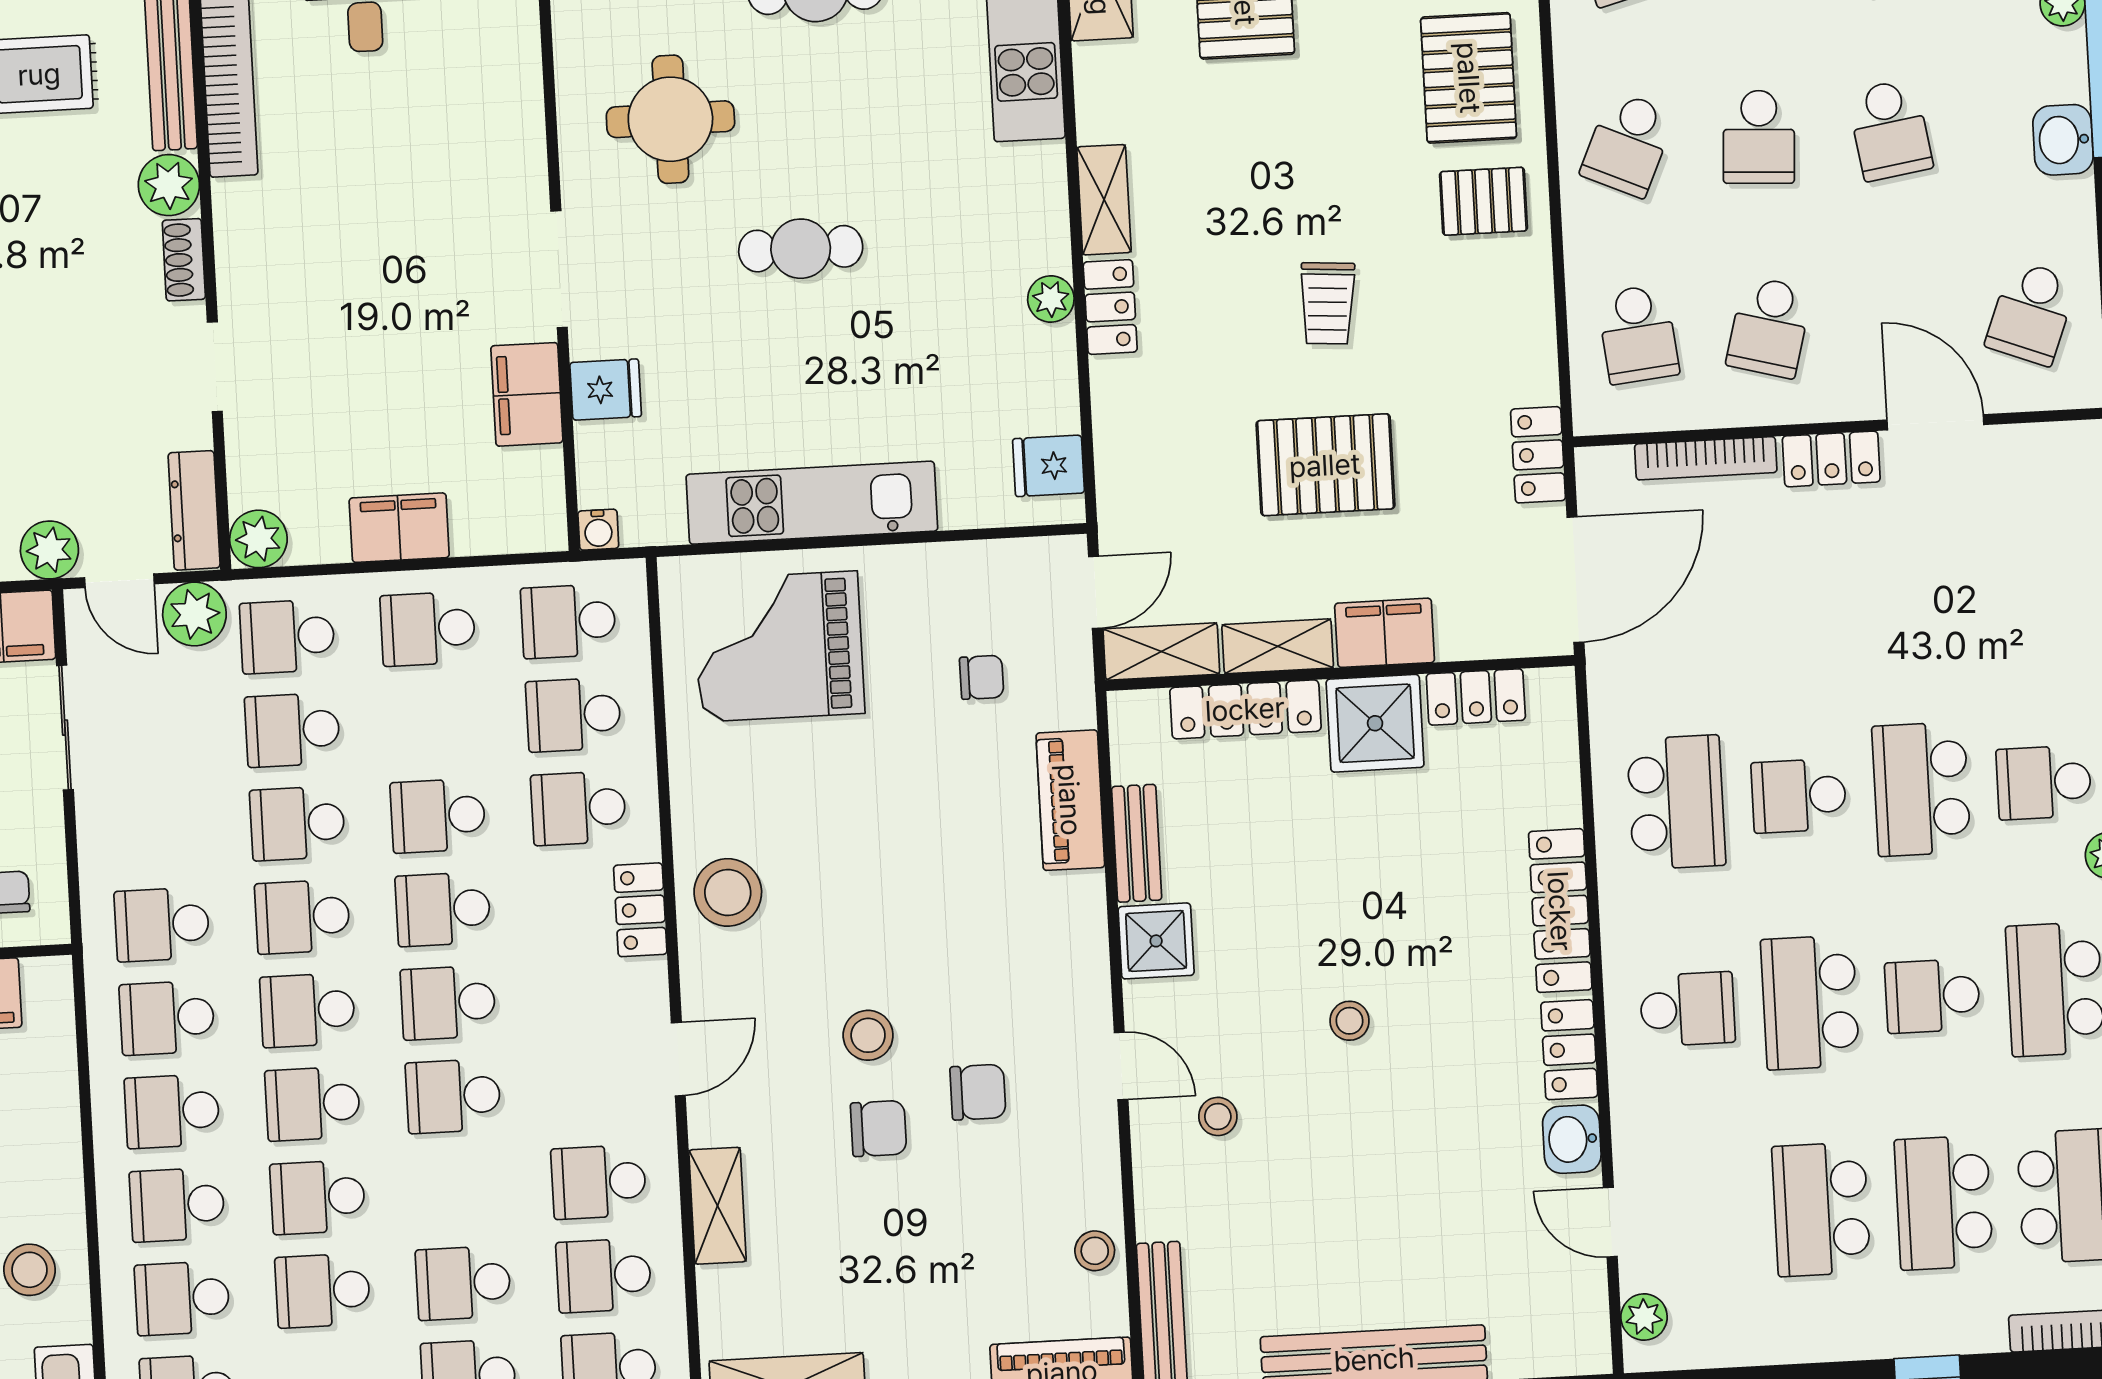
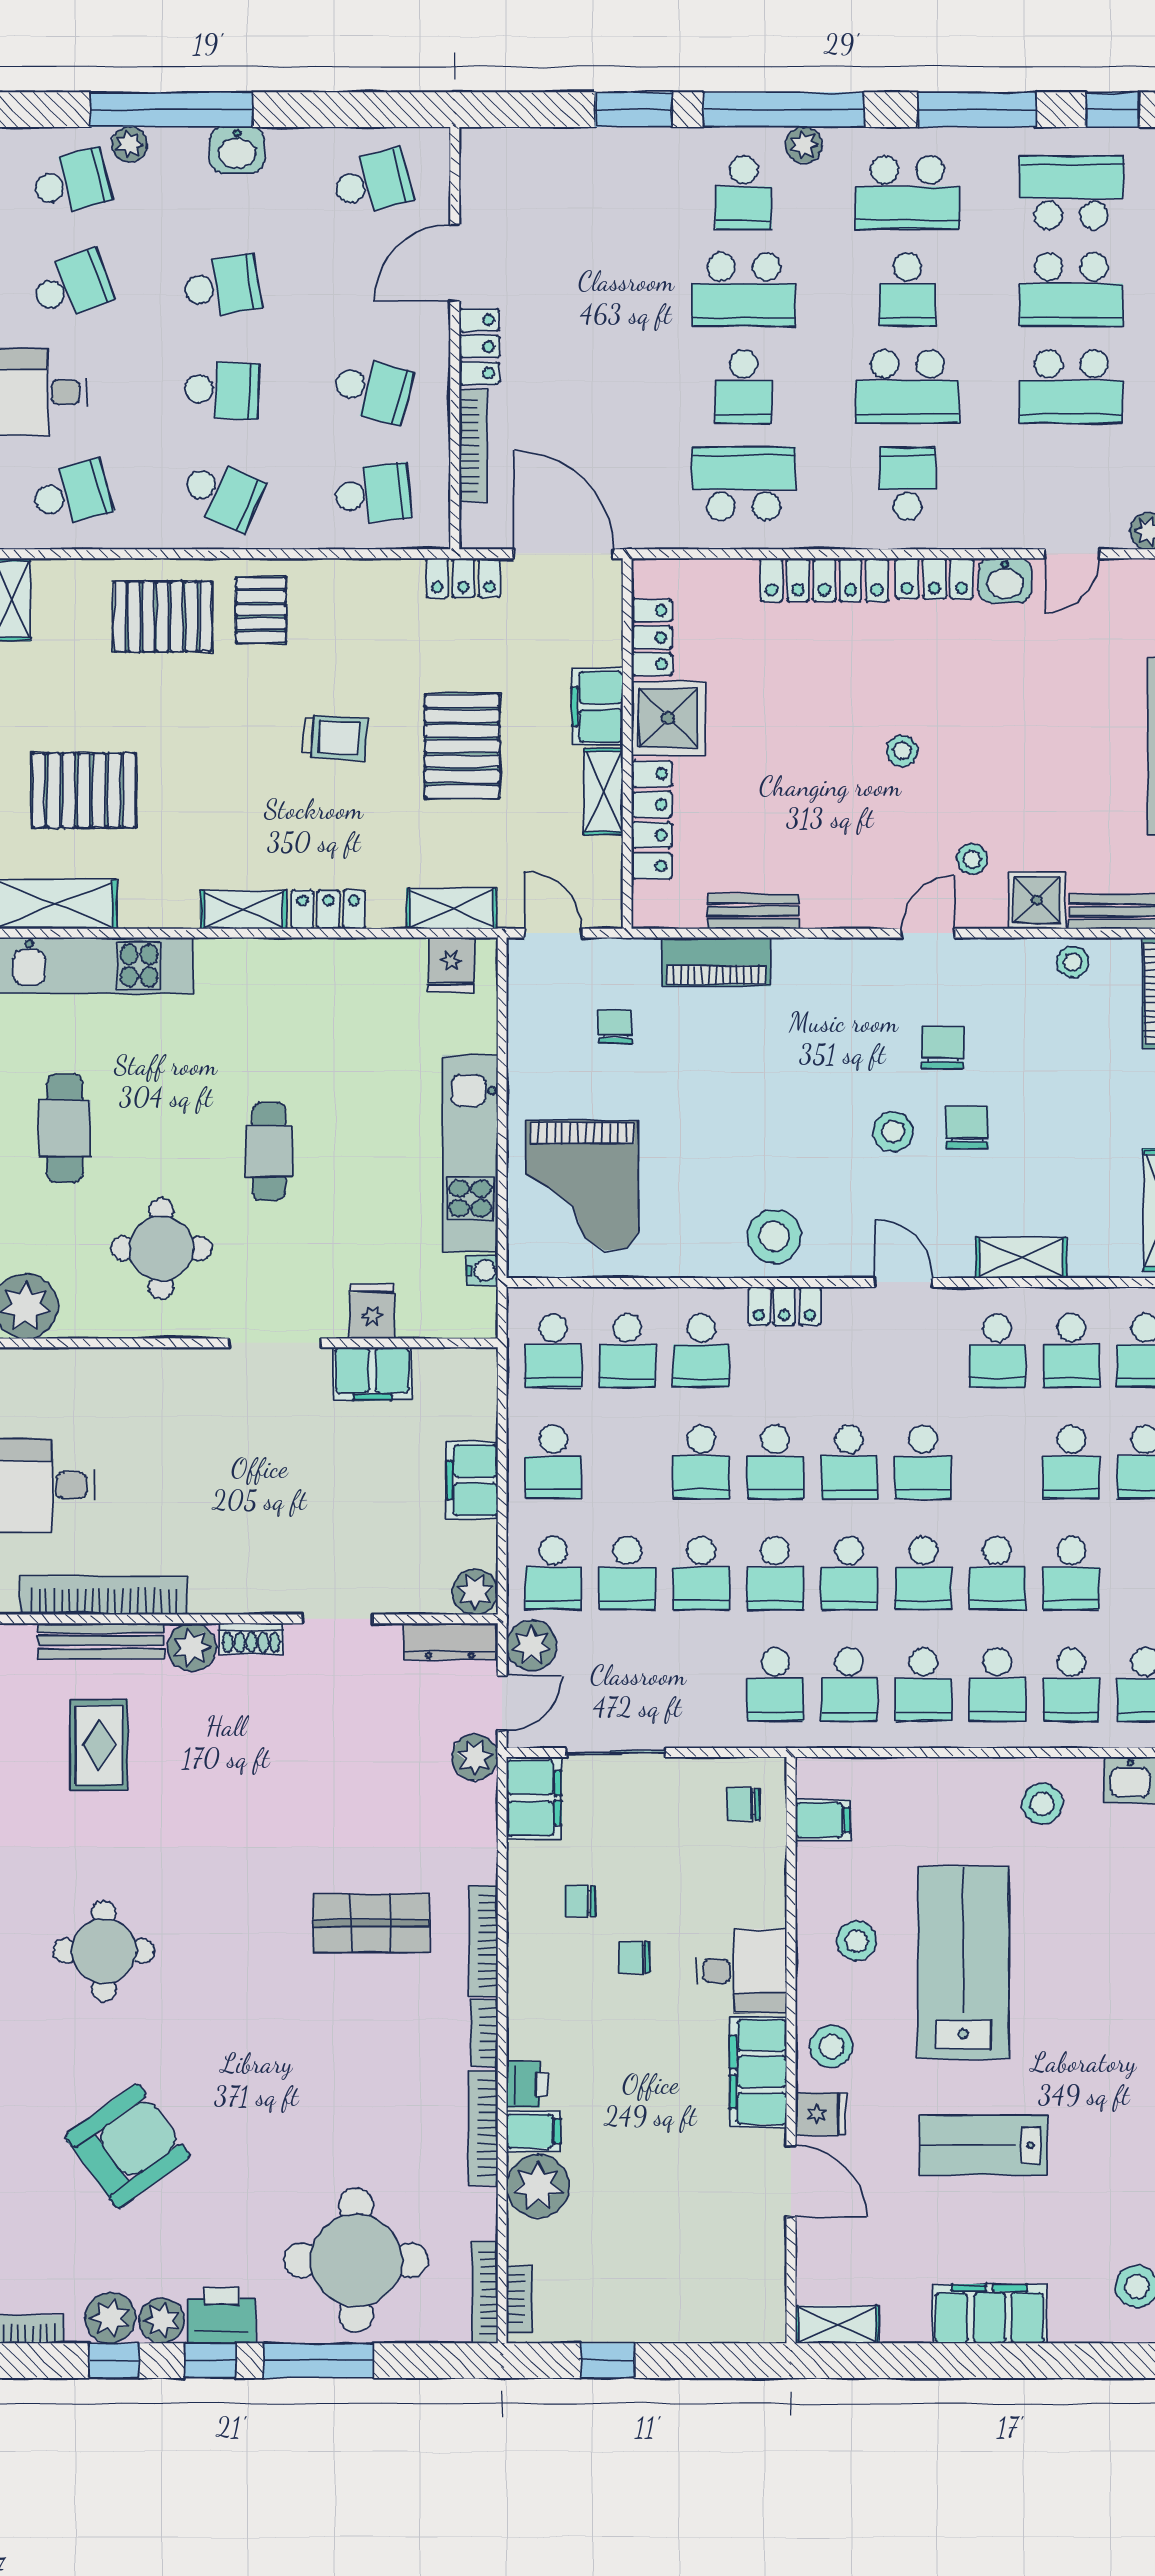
plant: (1051, 299) -> (320, 956), removed
school desk: (2031, 313) -> (372, 182), turned -36
water cooler: (598, 530) -> (482, 1270), moved
shelving: (1161, 651) -> (452, 909), moved, turned 90
shower: (1156, 941) -> (1037, 900), moved

